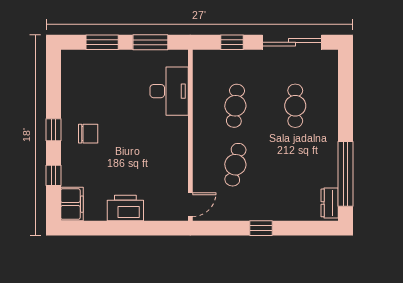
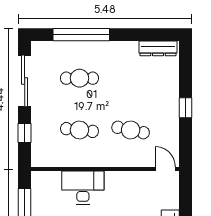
desk: (169, 91) -> (83, 187), moved
window: (345, 174) -> (81, 35), moved
dresser: (330, 203) -> (158, 48), width x1.44

